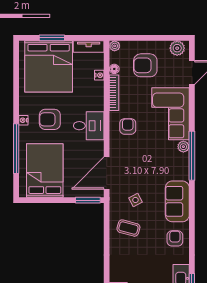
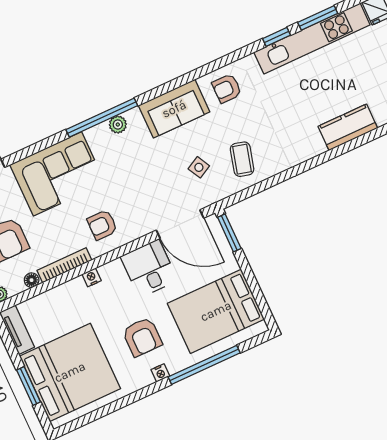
nightstand: (99, 75) -> (92, 277), moved
desk: (89, 126) -> (149, 269), moved
plant: (183, 147) -> (118, 125), moved

